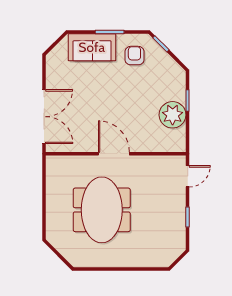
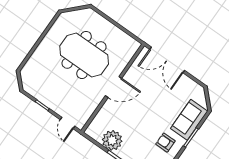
armchair: (134, 56) -> (165, 143), turned 180

